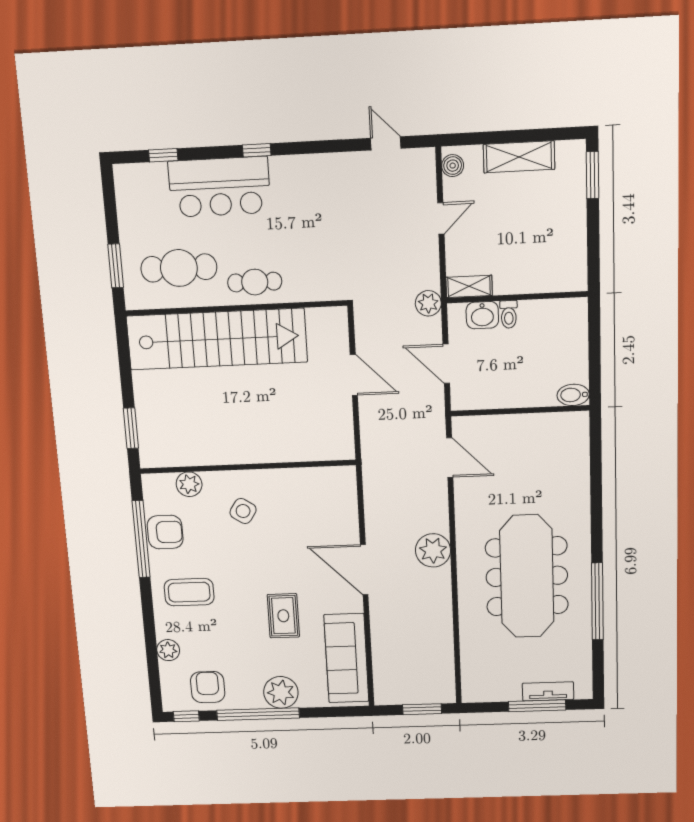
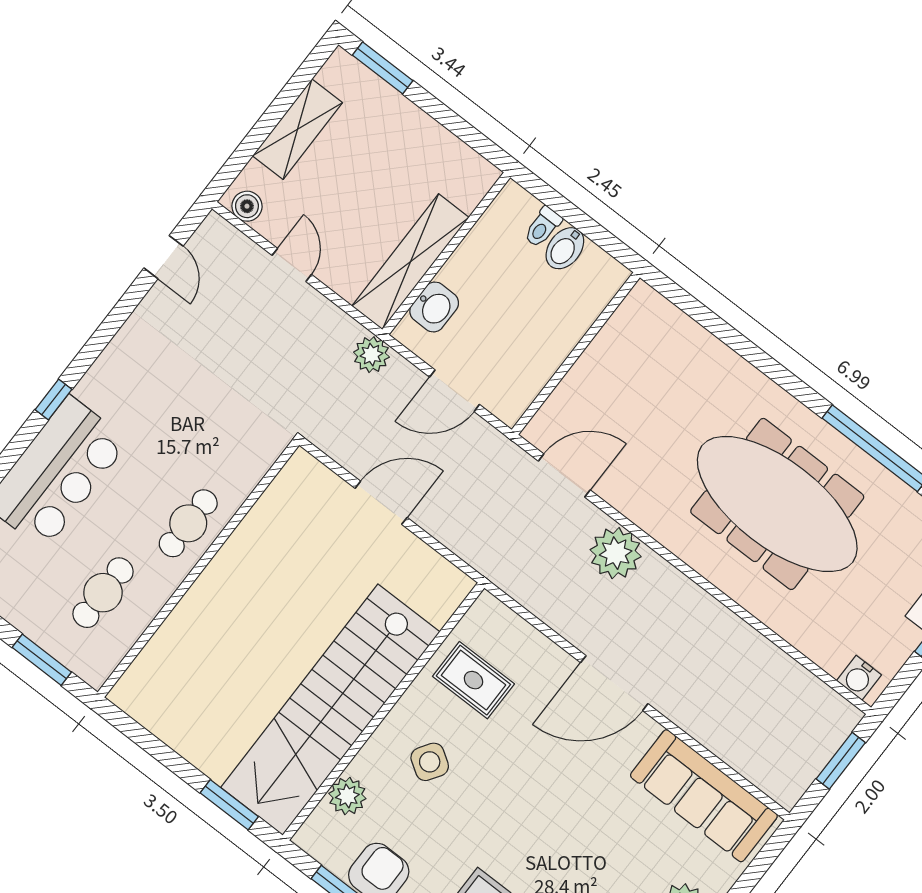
door: (386, 143) -> (164, 257), swing flipped
cafe table: (179, 268) -> (103, 593), width x0.73, depth x0.74
shelving: (469, 286) -> (410, 262), width x2.20, depth x1.33
toilet: (509, 314) -> (543, 227), moved, turned 90
stairs: (217, 339) -> (330, 710), moved, turned 180
bidet: (573, 395) -> (565, 248), moved
plant: (433, 550) -> (616, 553), moved
rug: (283, 616) -> (473, 680), moved
water cooler: (472, 686) -> (859, 678), added

